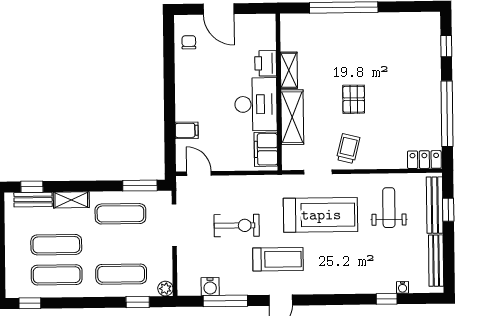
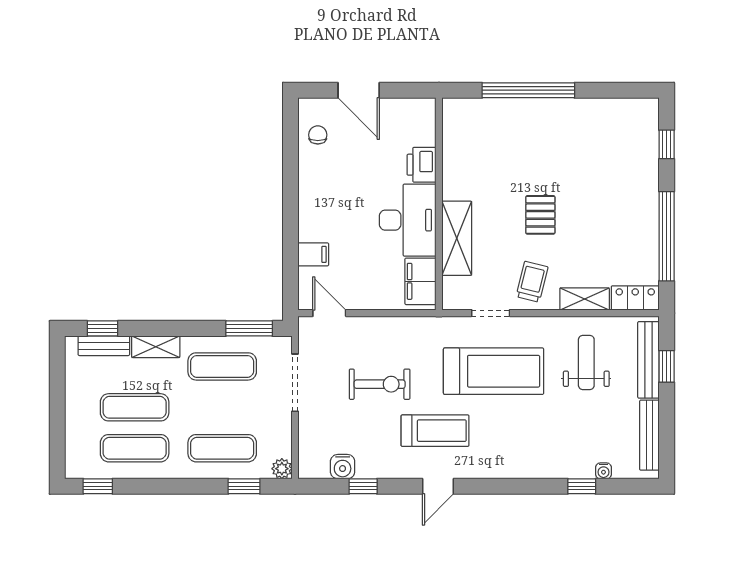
shelving: (289, 70) -> (585, 299), moved, turned 90
window: (225, 301) -> (363, 486), width x0.46

